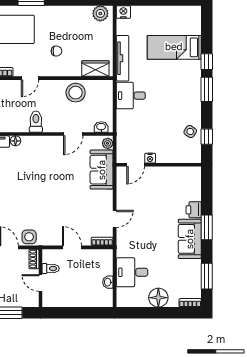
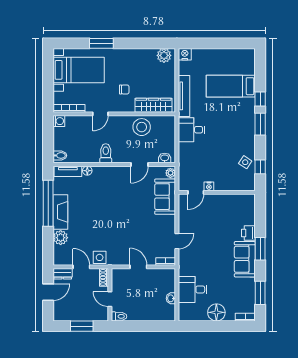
wardrobe: (95, 69) -> (153, 105), width x1.50
toilet: (51, 268) -> (119, 316), moved

